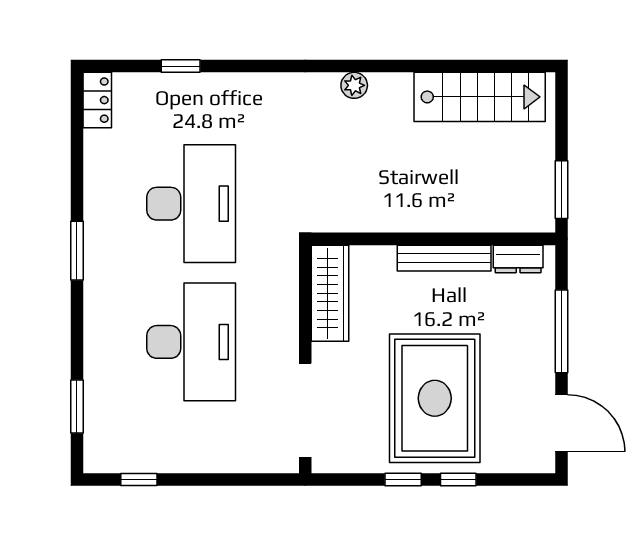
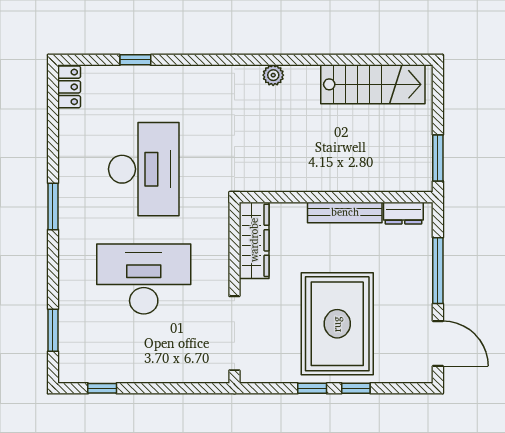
desk: (191, 342) -> (144, 279), turned -90

